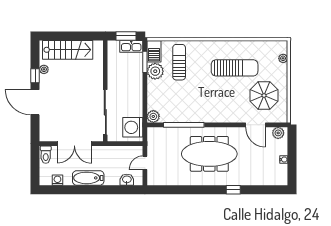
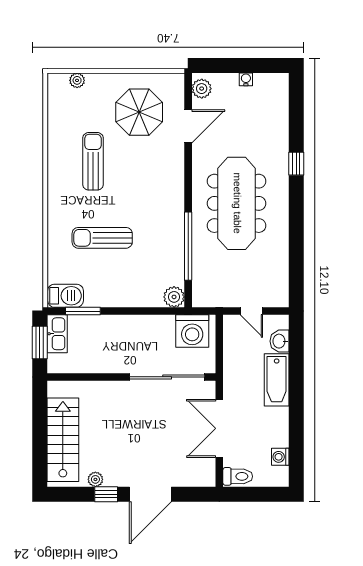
sun lounger: (179, 62) -> (102, 238), moved
sun lounger: (235, 68) -> (93, 161), width x0.73, depth x0.75
plant: (155, 71) -> (99, 294), removed
double door: (74, 144) -> (219, 428), swing flipped
bathtub: (88, 178) -> (277, 380), moved

